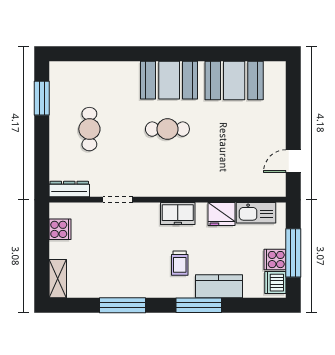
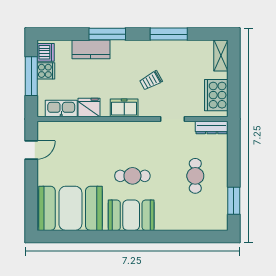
booth: (234, 80) -> (70, 208), width x1.36, depth x1.42
cooker: (60, 229) -> (216, 95), width x1.87, depth x1.31
trolley: (180, 263) -> (151, 81), moved, turned -119

